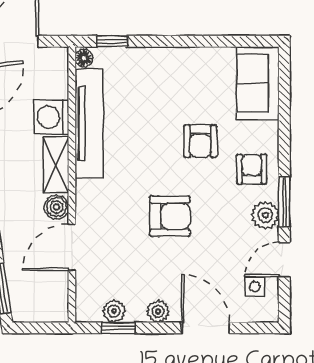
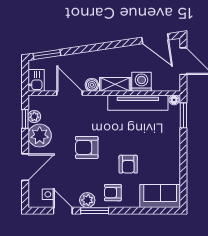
window: (112, 41) -> (183, 115), width x1.50
armchair: (200, 141) -> (128, 164), turned -90
armchair: (252, 169) -> (113, 193), turned 180
armchair: (170, 216) -> (87, 147), turned 90
kitchen sink: (49, 308) -> (36, 80), added
plant: (158, 311) -> (40, 136), width x1.88, depth x1.88

